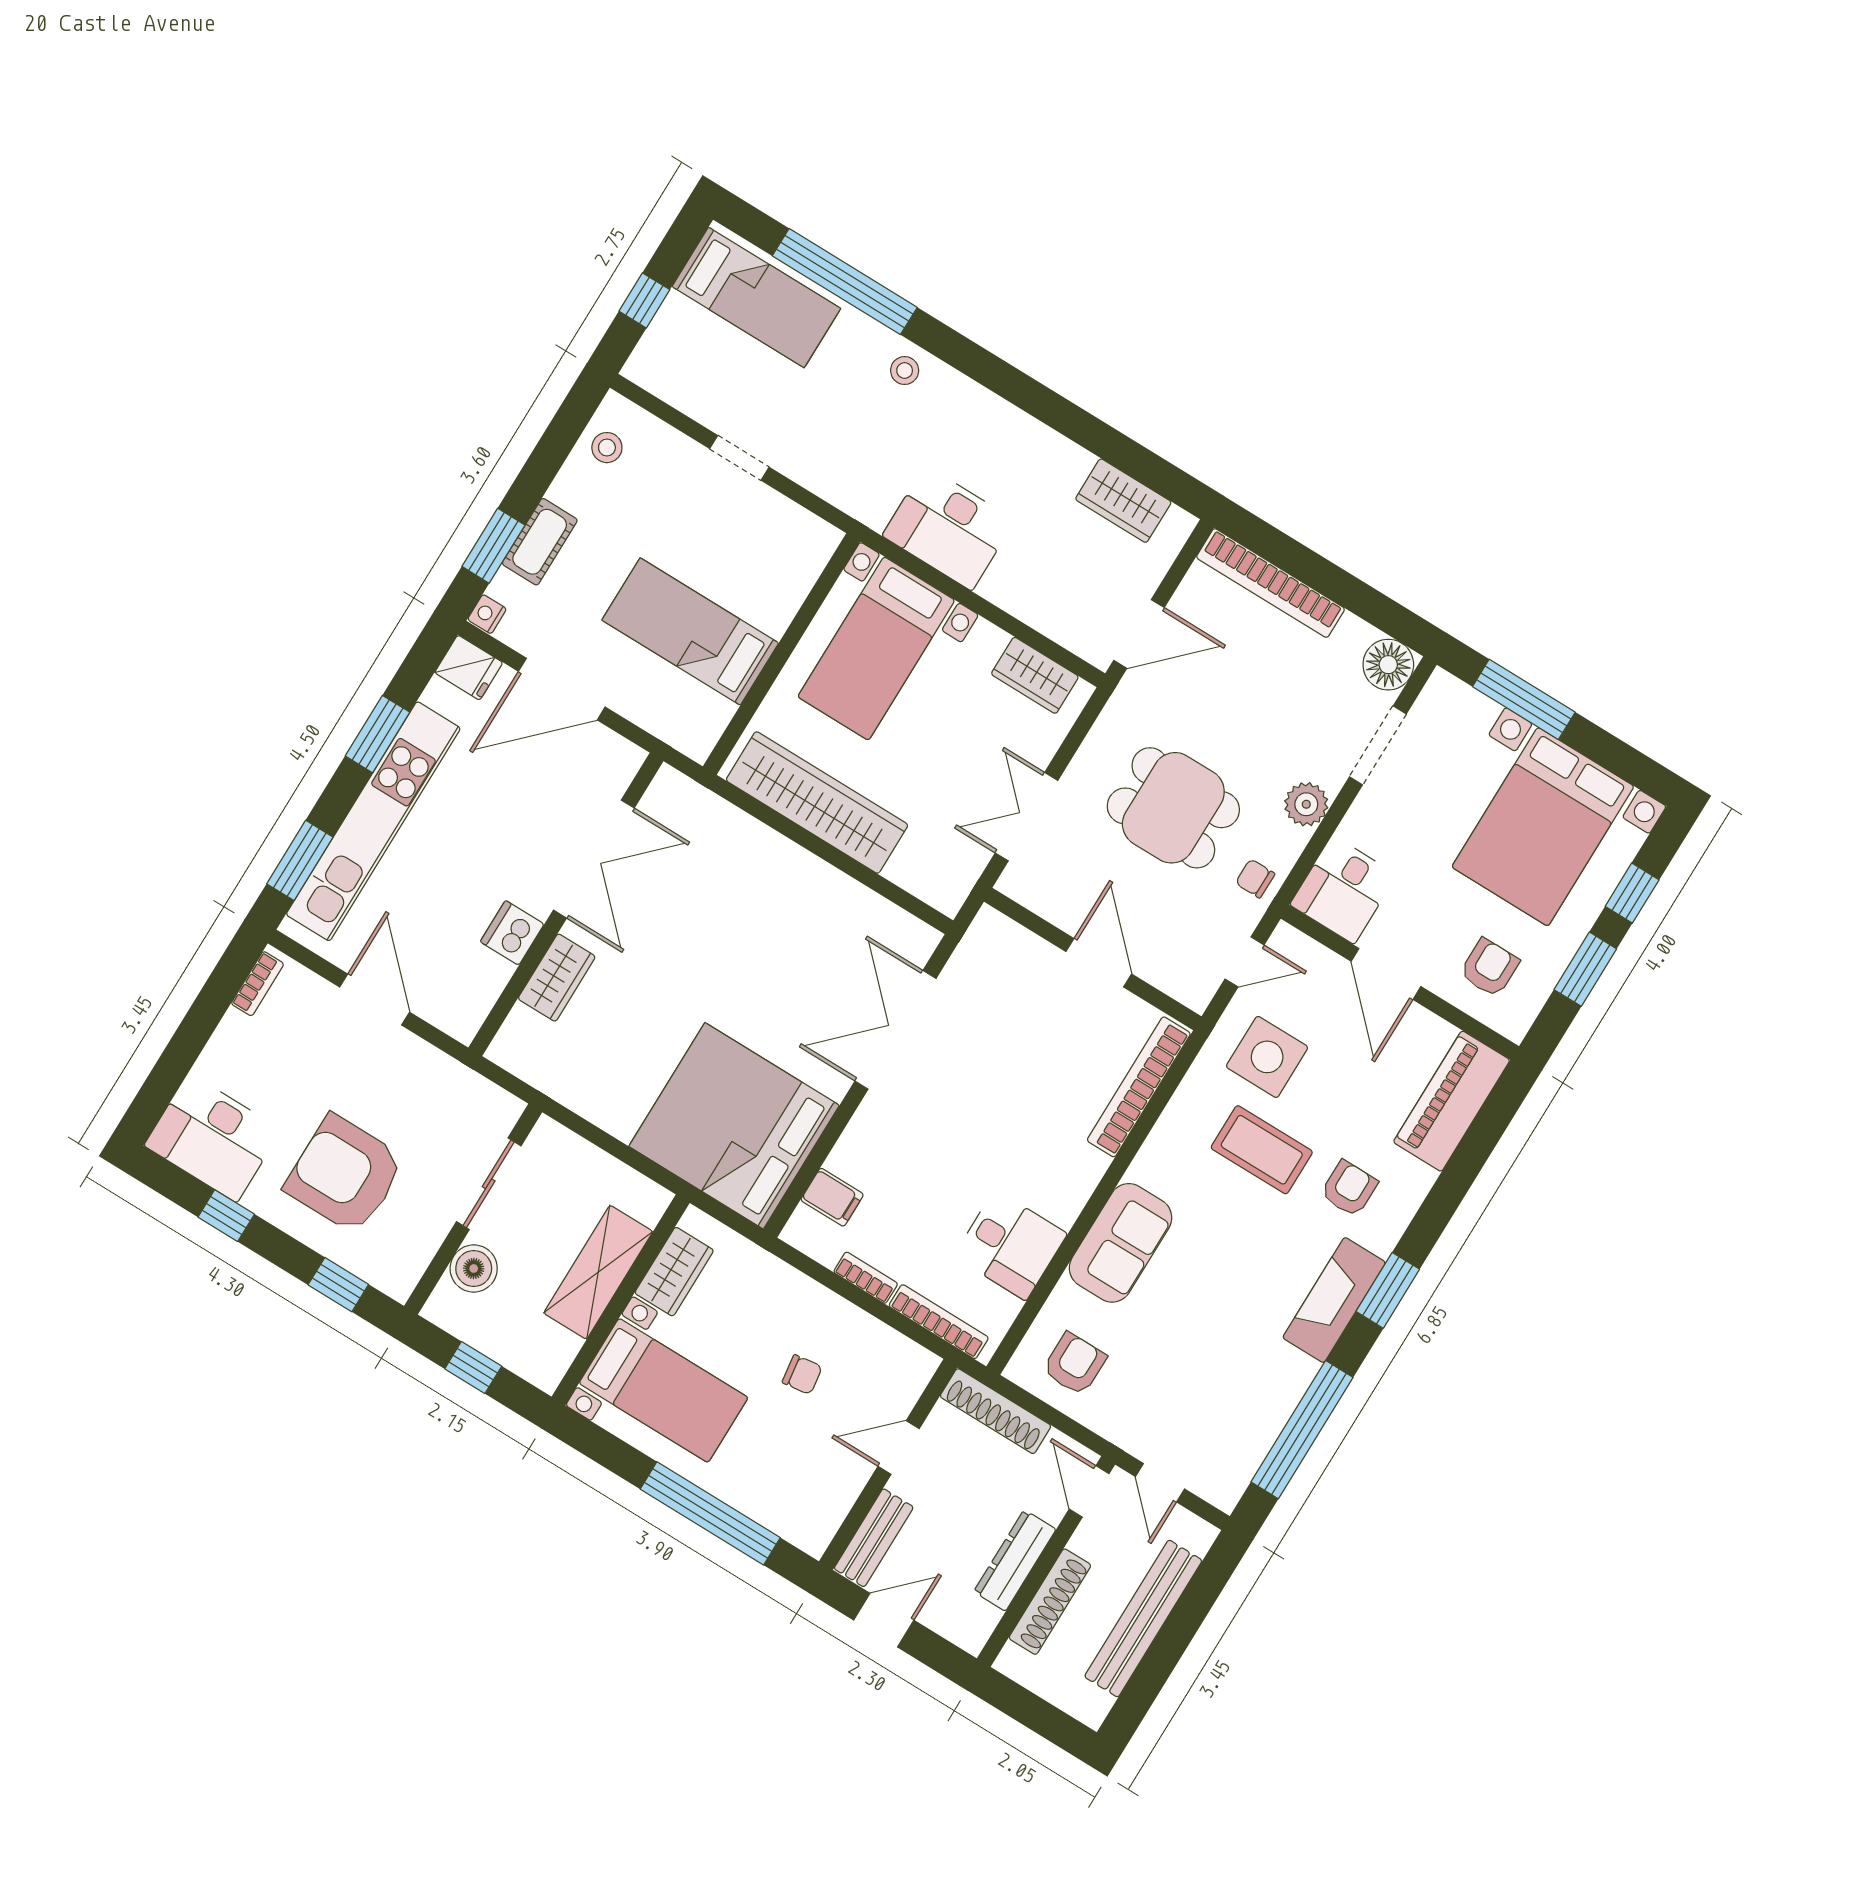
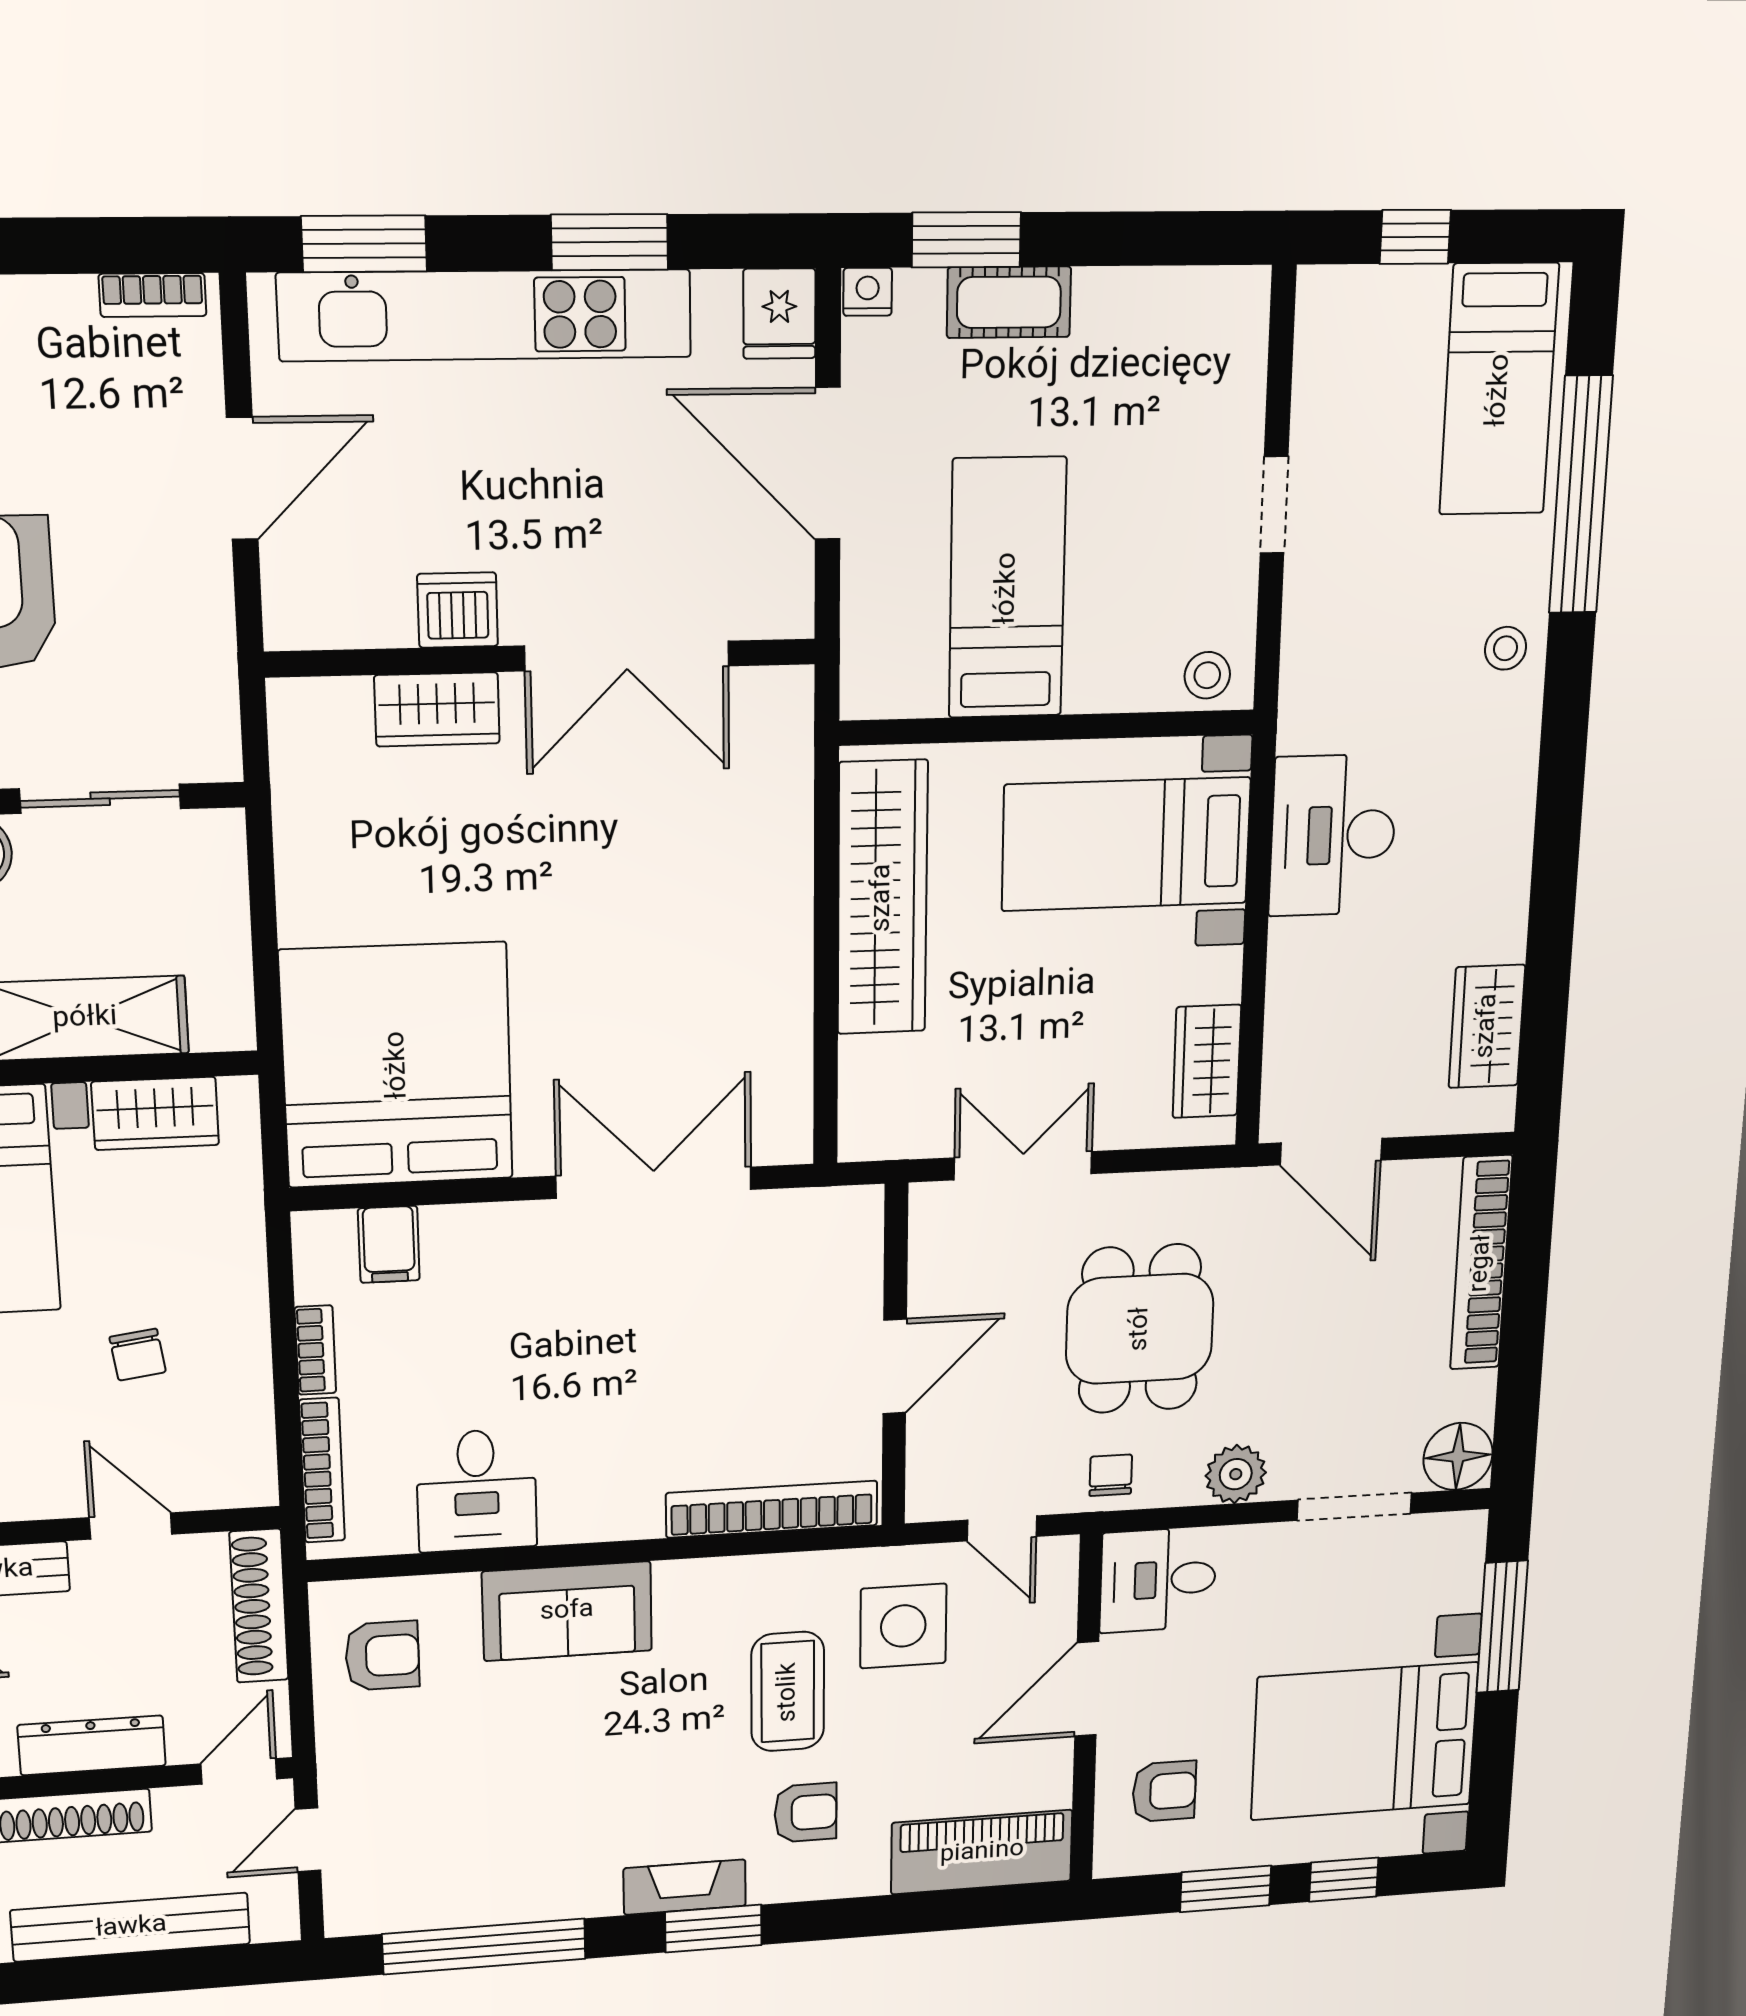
stool: (607, 448) -> (1207, 675), moved
fireplace: (1334, 1300) -> (685, 1887), width x0.73, depth x0.76

